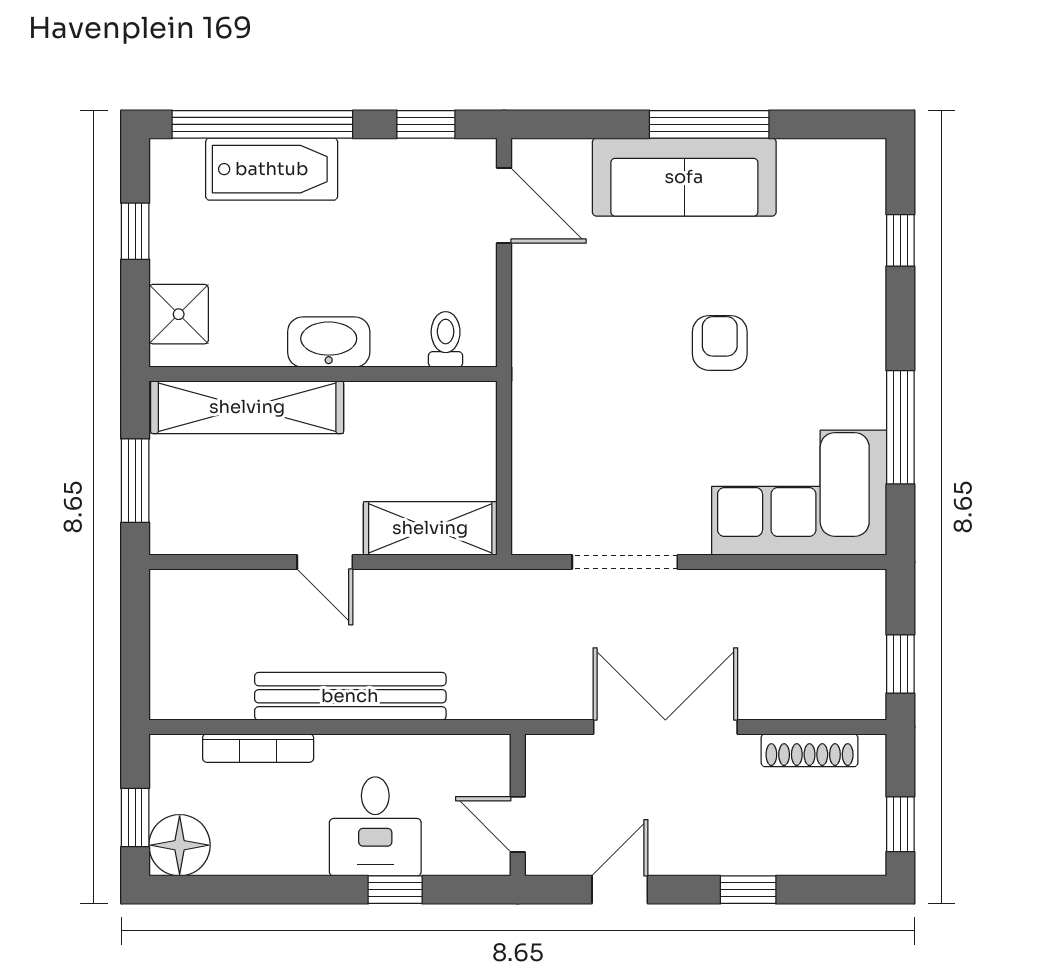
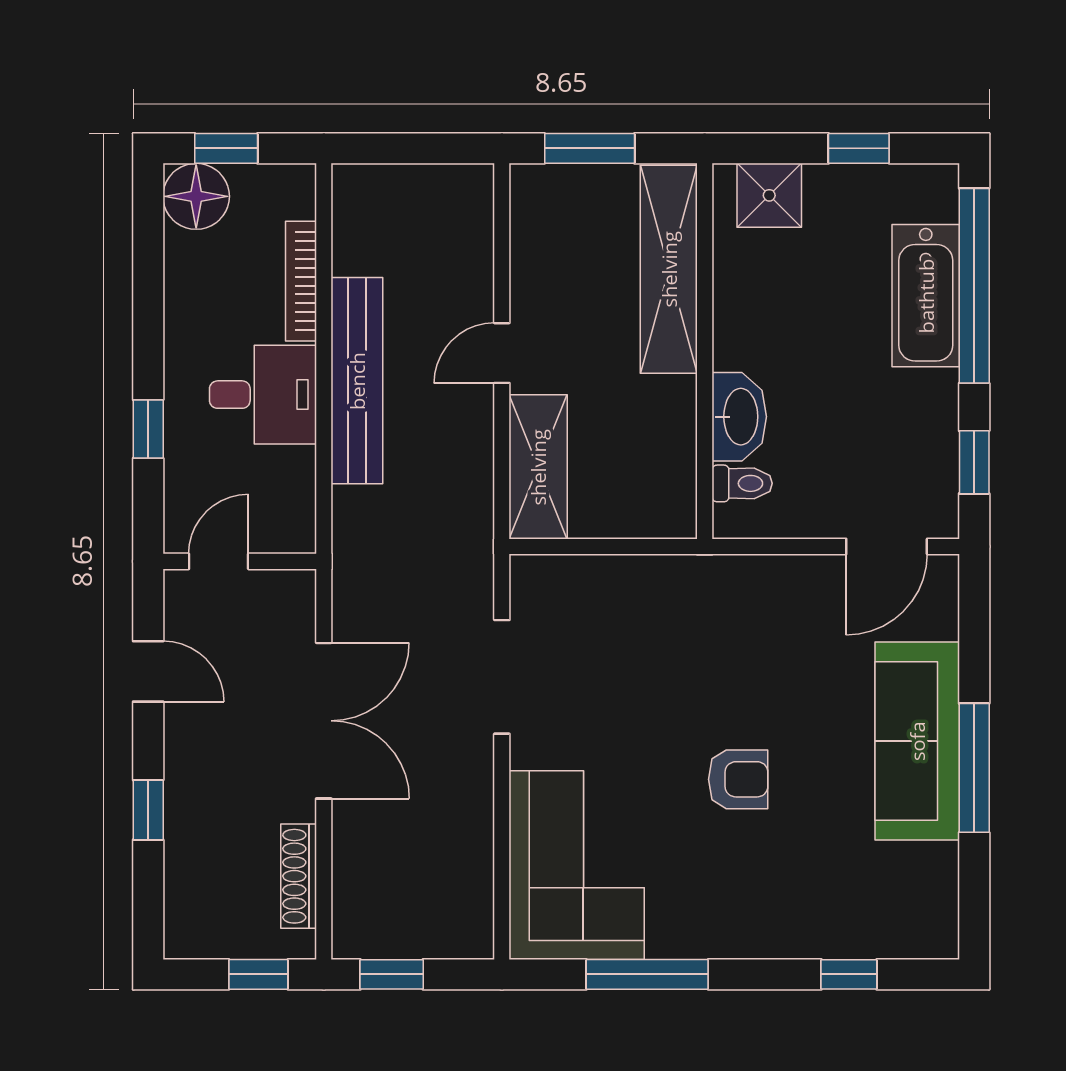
washbasin: (329, 342) -> (739, 417), moved
window: (900, 824) -> (258, 974), moved
desk: (375, 826) -> (263, 395), moved, turned 180

